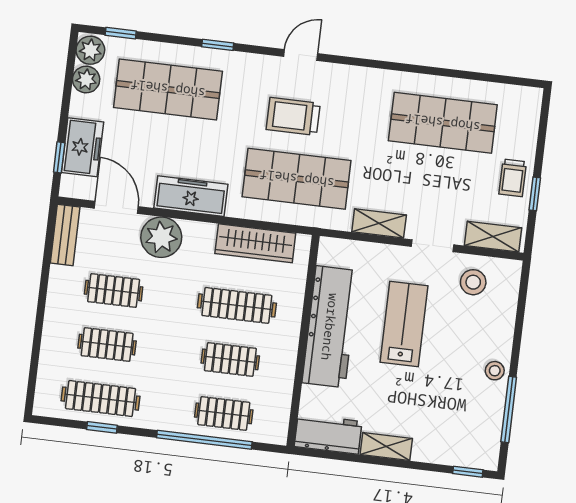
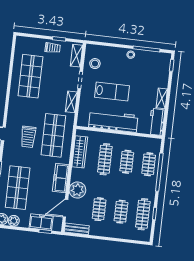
lab bench: (404, 324) -> (112, 92), turned 180

